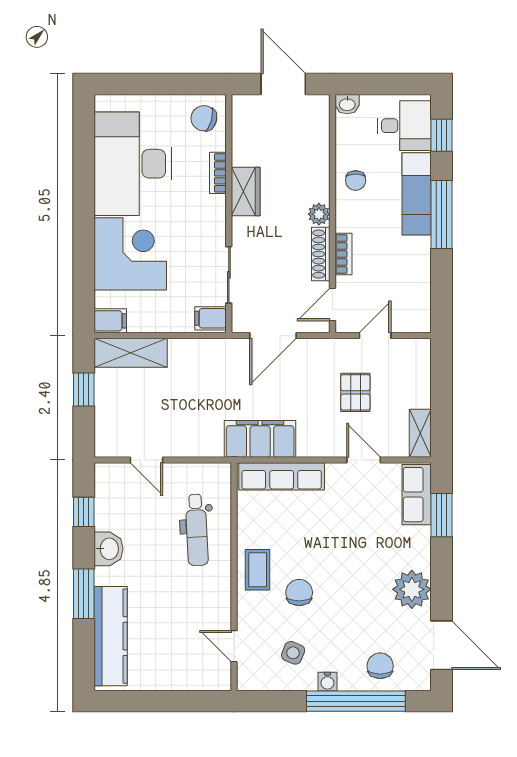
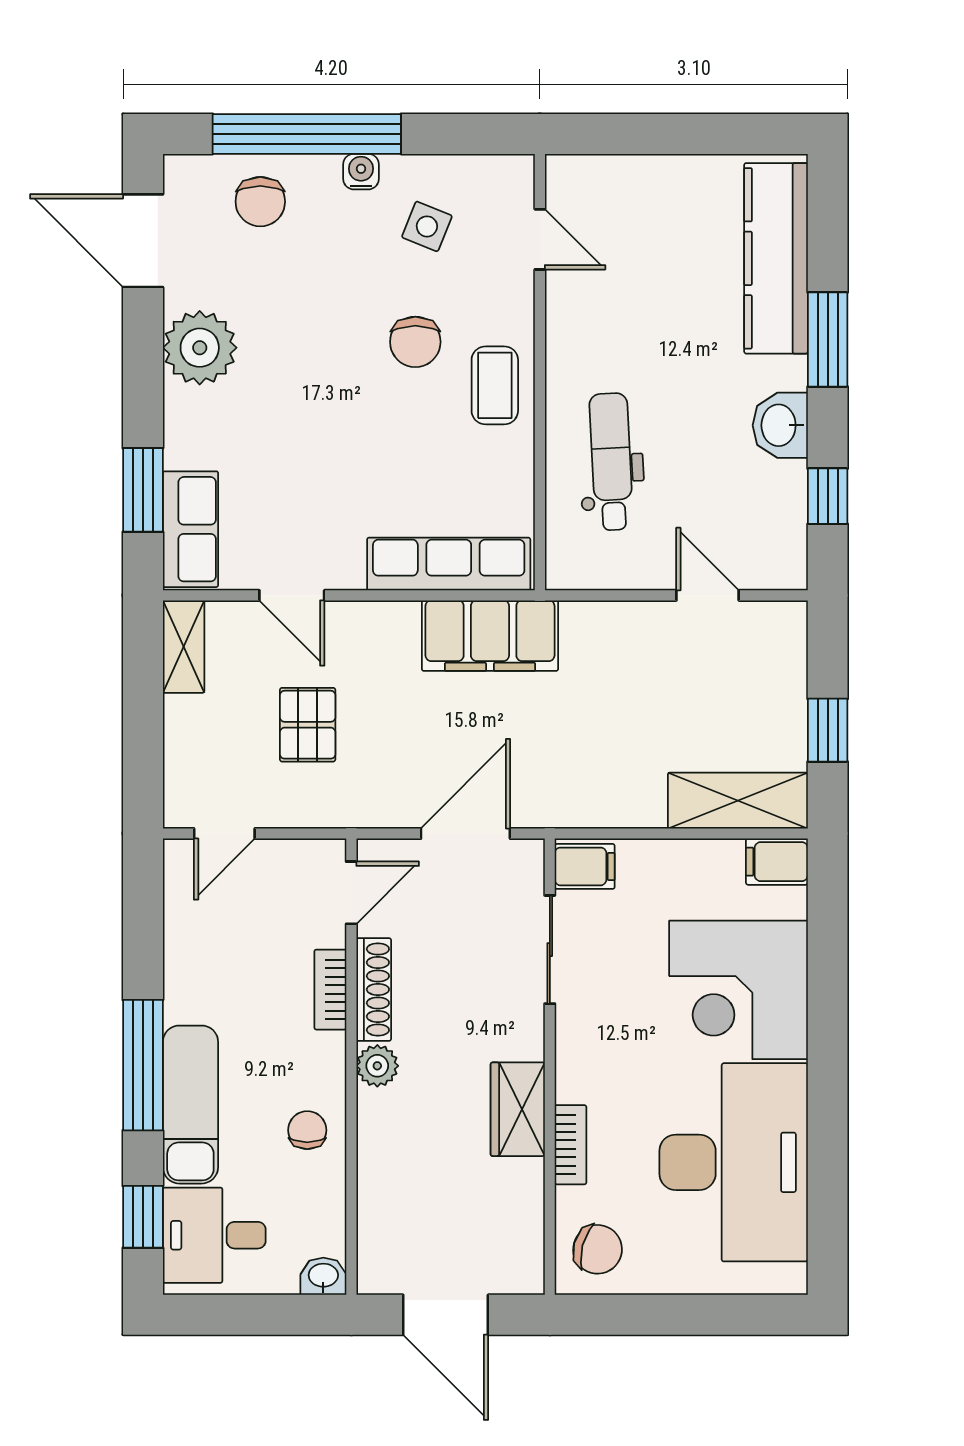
door: (375, 336) -> (224, 834), moved

